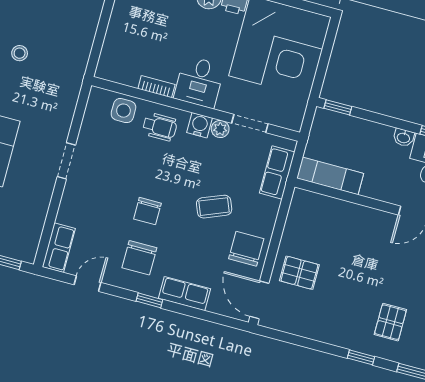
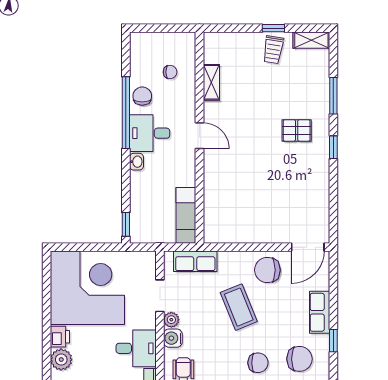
coffee table: (214, 207) -> (239, 307), width x1.36, depth x1.30
pallet: (299, 273) -> (276, 219), removed

